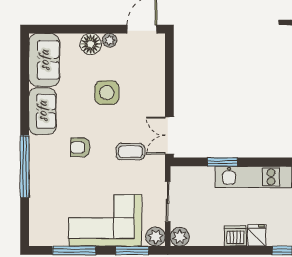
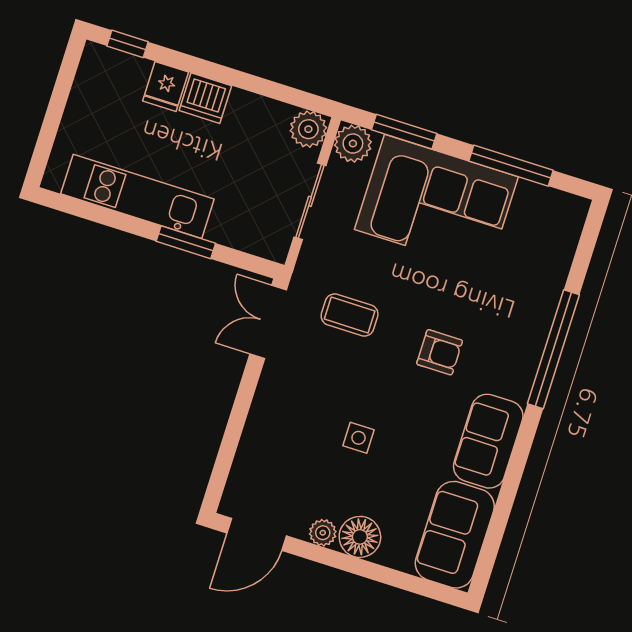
side table: (107, 93) -> (358, 438), width x0.54, depth x0.54
double door: (169, 136) -> (268, 322), swing flipped

